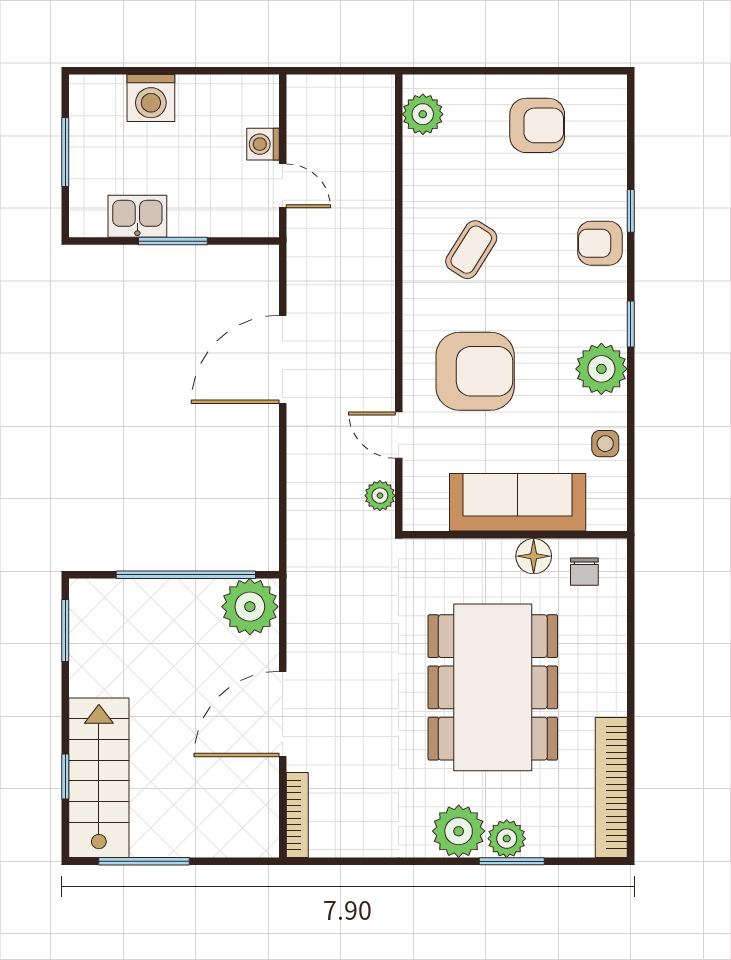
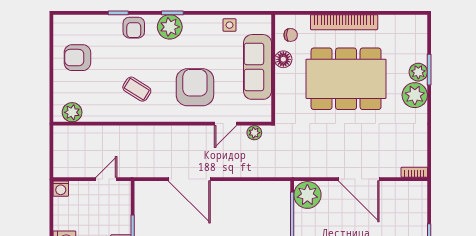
armchair: (537, 125) -> (77, 58), turned -90
washing machine: (263, 144) -> (61, 189), moved
plant: (601, 369) -> (170, 27), moved
bookcase: (611, 787) -> (344, 22), moved
bookcase: (297, 815) -> (414, 172), width x0.64

